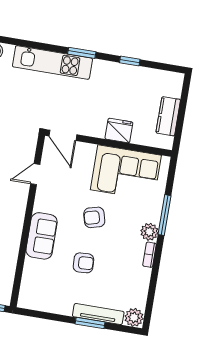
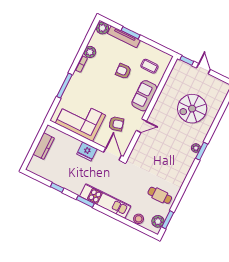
fridge: (119, 131) -> (87, 151), moved
door: (35, 174) -> (141, 126), moved
armchair: (94, 217) -> (116, 124), moved
plant: (149, 232) -> (90, 52), moved
coffee table: (47, 282) -> (149, 66), added

